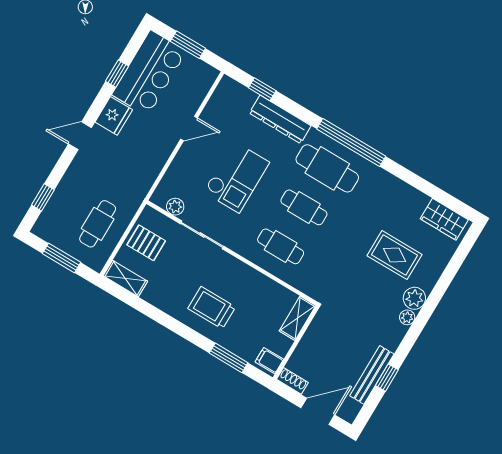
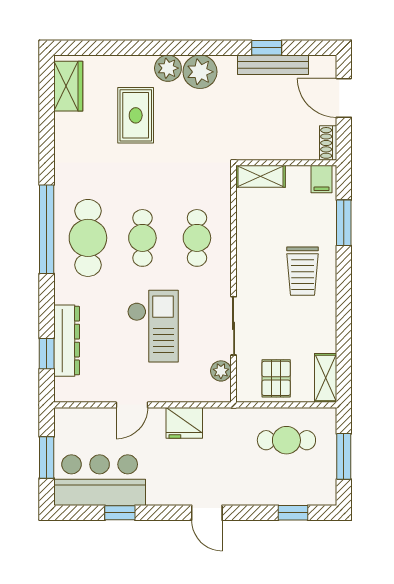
fridge: (114, 116) -> (184, 423), moved, turned 180
dresser: (280, 119) -> (67, 341), moved
door: (189, 128) -> (132, 405), swing flipped
checkout: (236, 177) -> (153, 326), turned 90
plant: (407, 317) -> (200, 72), width x1.88, depth x1.88

